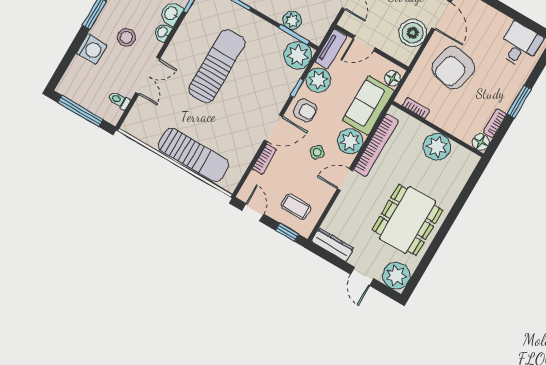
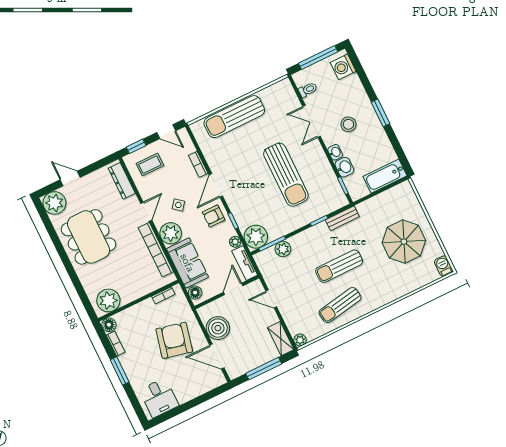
washing machine: (92, 49) -> (343, 67), moved
plant: (318, 80) -> (235, 242), width x0.53, depth x0.53
plant: (437, 147) -> (108, 300), moved
dresser: (333, 245) -> (122, 181), moved, turned 90

